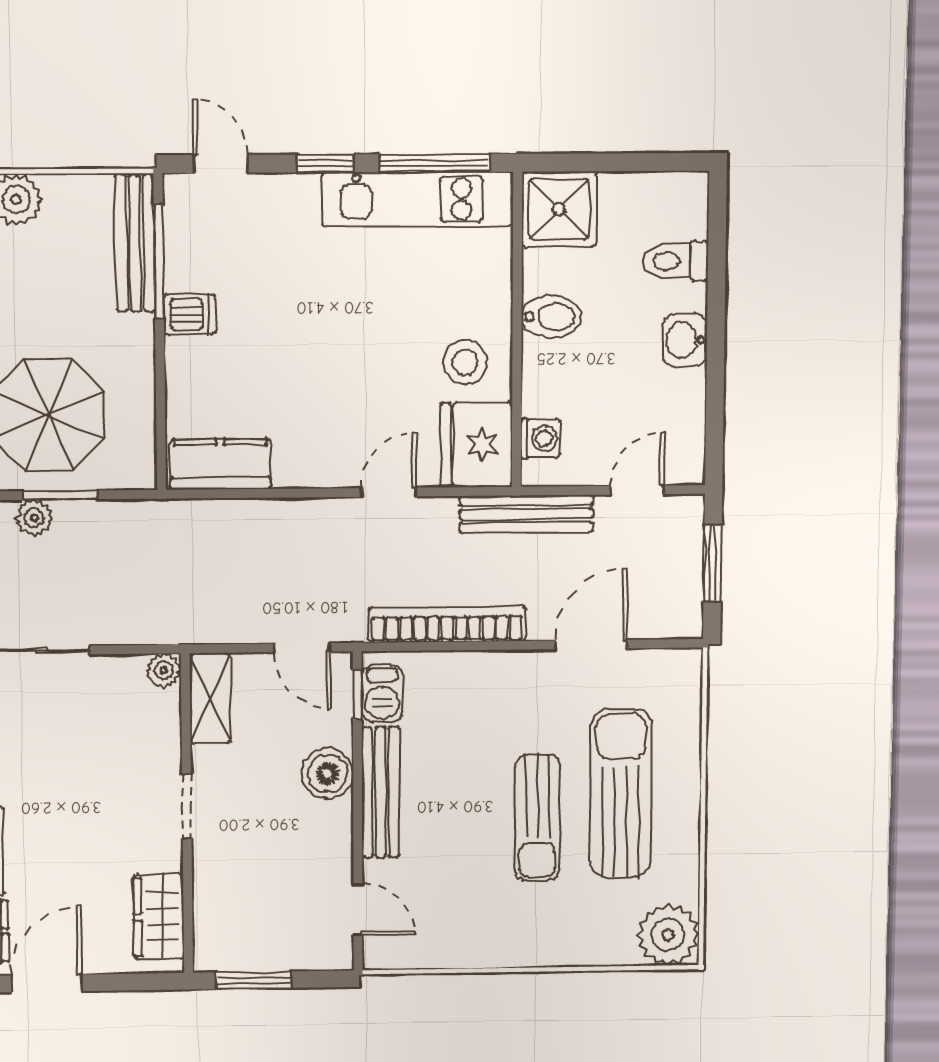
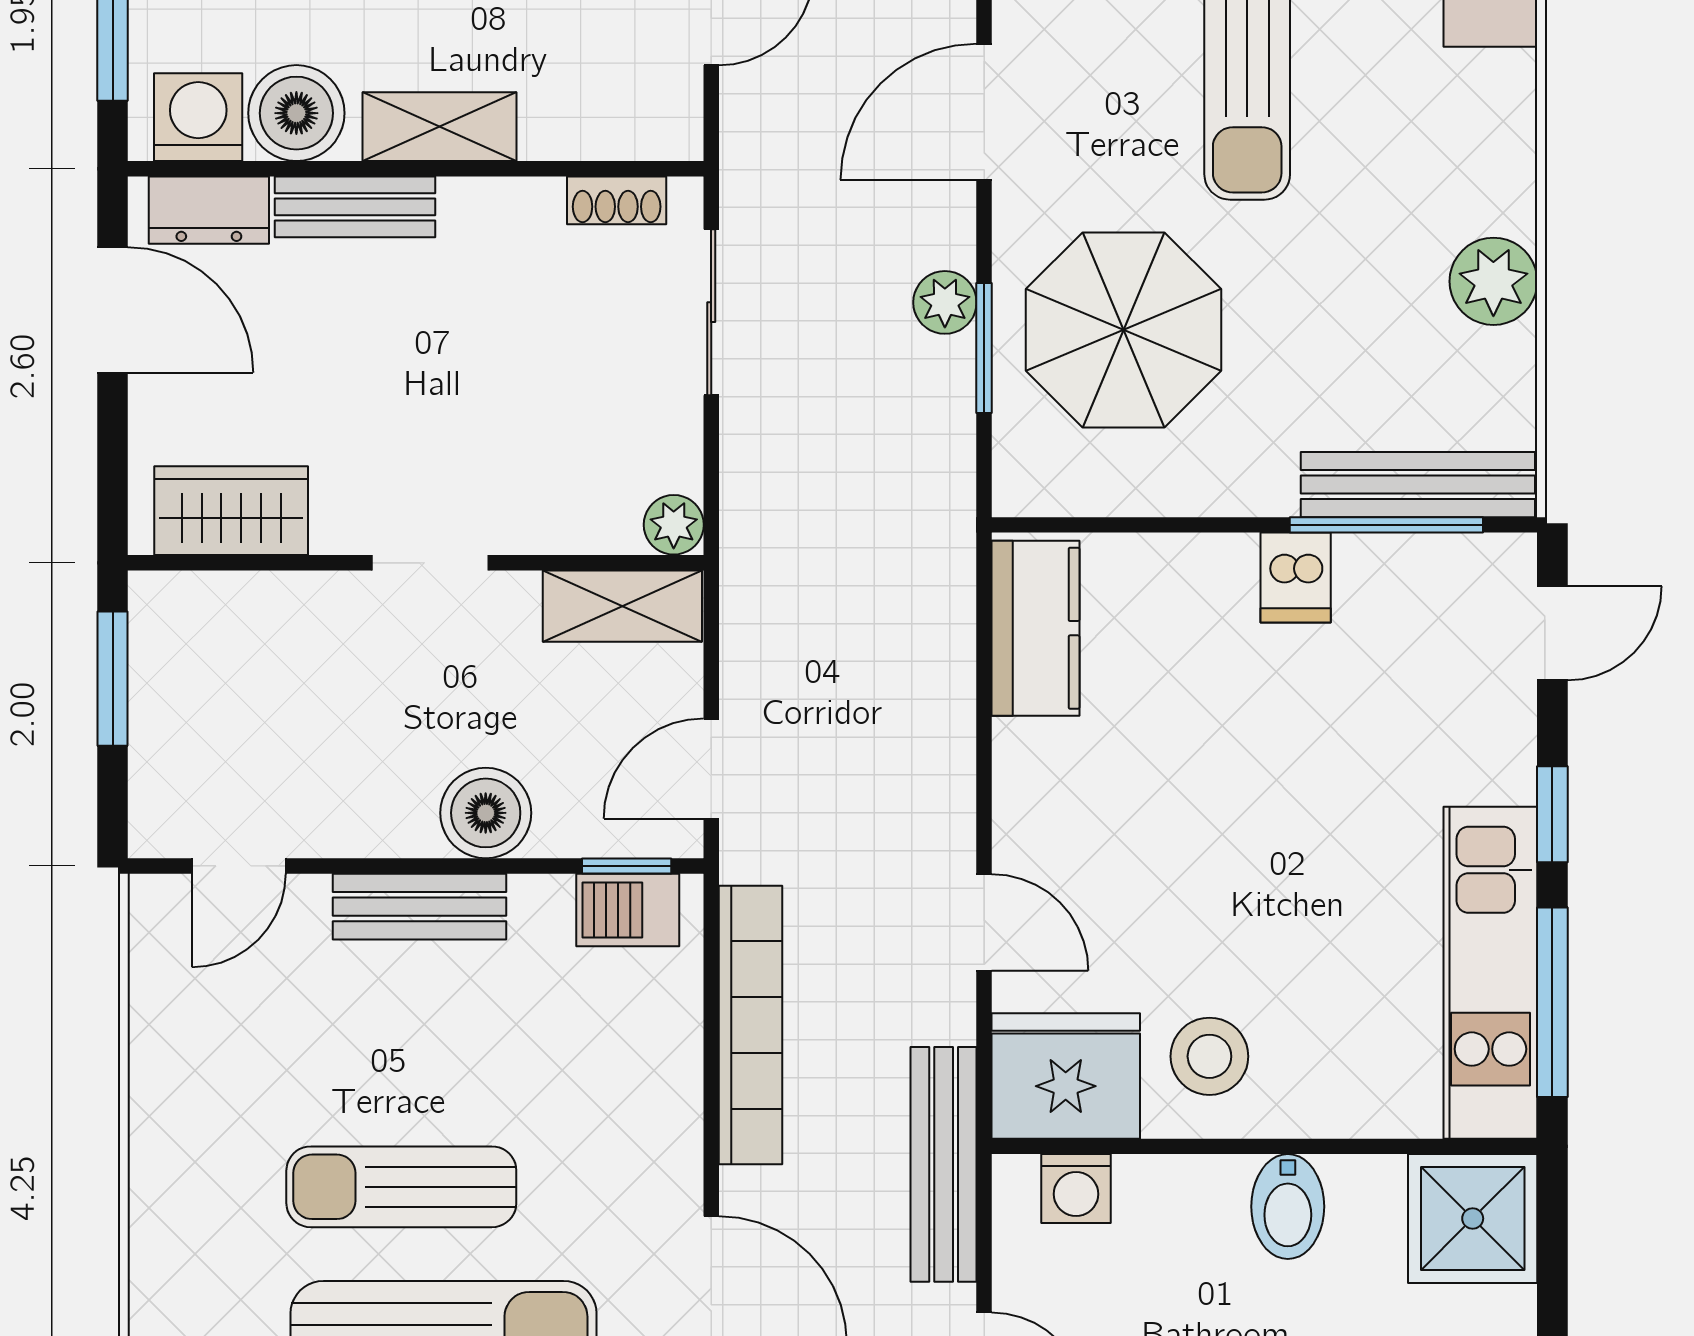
bench: (380, 792) -> (420, 907), width x0.73

